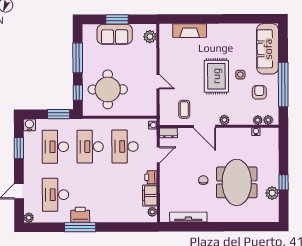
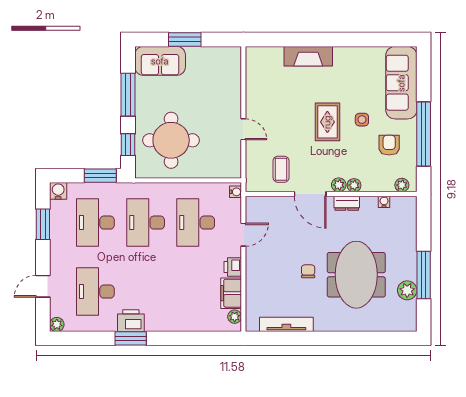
fireplace: (190, 31) -> (308, 56), moved
sofa: (115, 34) -> (160, 61), moved
plant: (150, 37) -> (232, 64), removed
rug: (216, 76) -> (327, 122), width x0.73, depth x0.70
plant: (258, 120) -> (354, 185), moved
dresser: (168, 133) -> (347, 203), moved
window: (284, 182) -> (424, 275), width x2.17
window: (80, 227) -> (131, 338), width x0.69

